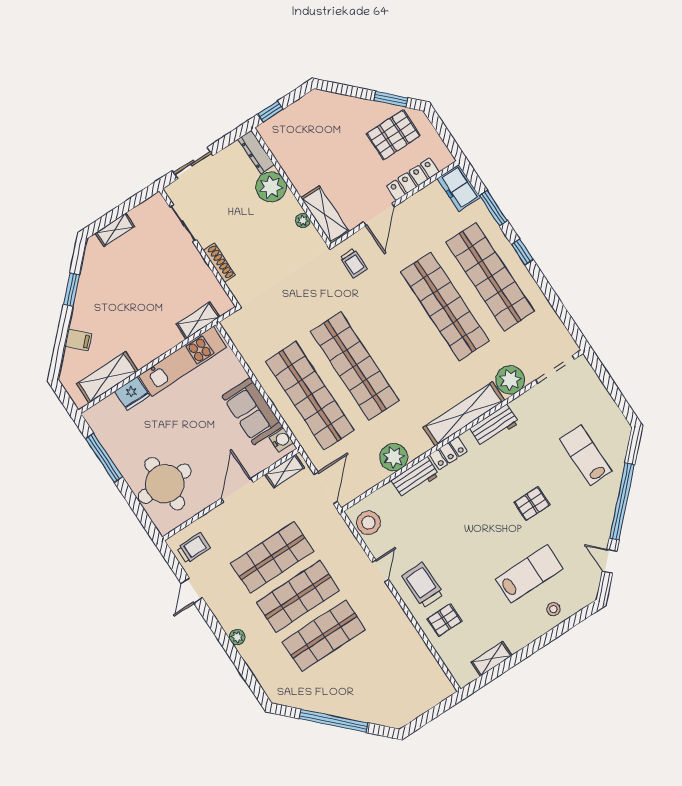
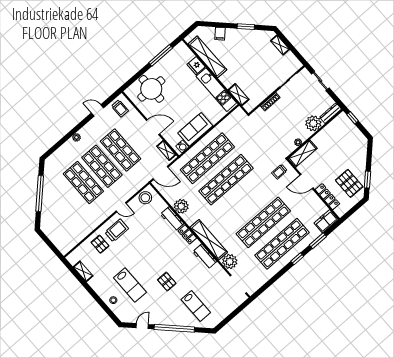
shelving: (107, 377) -> (207, 57), width x1.47
lab bench: (586, 455) -> (196, 306), turned 90

